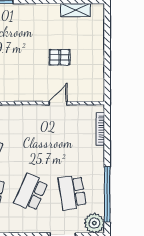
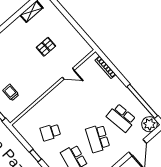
door: (58, 103) -> (68, 74), swing flipped

